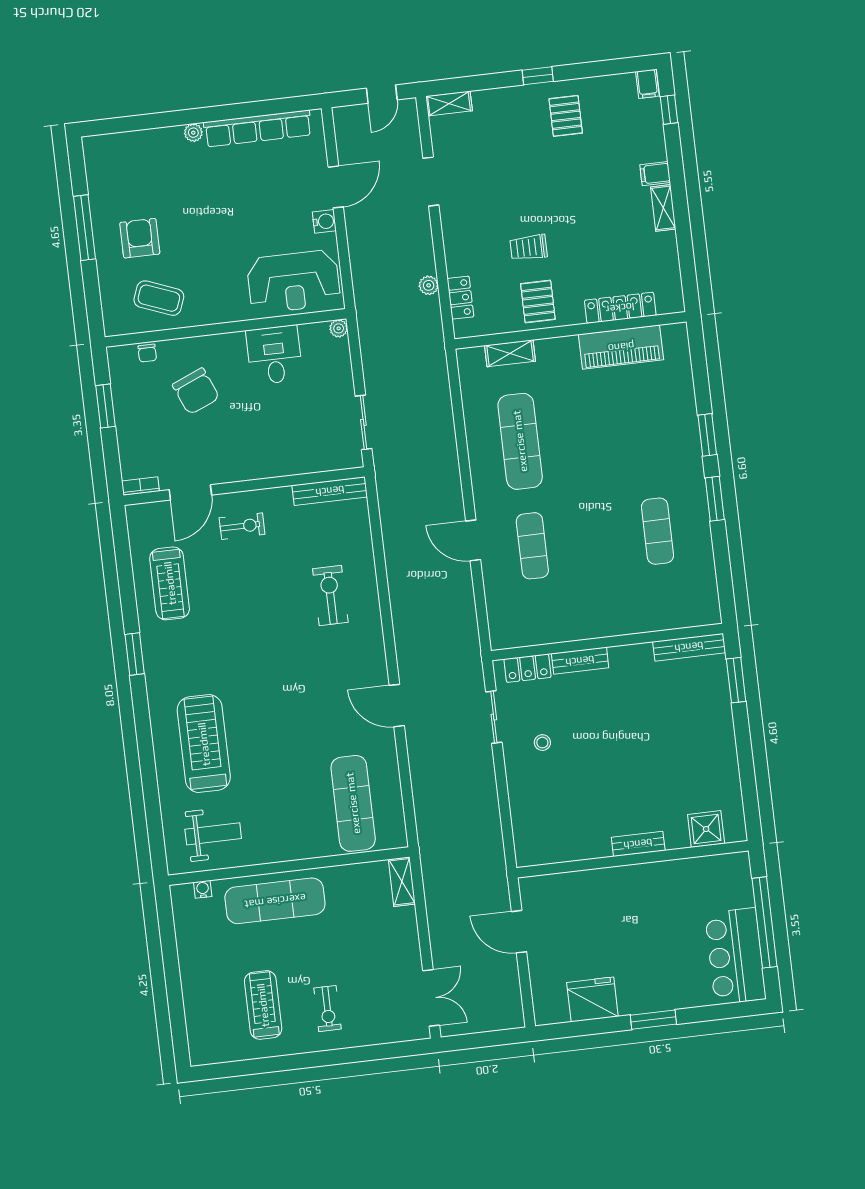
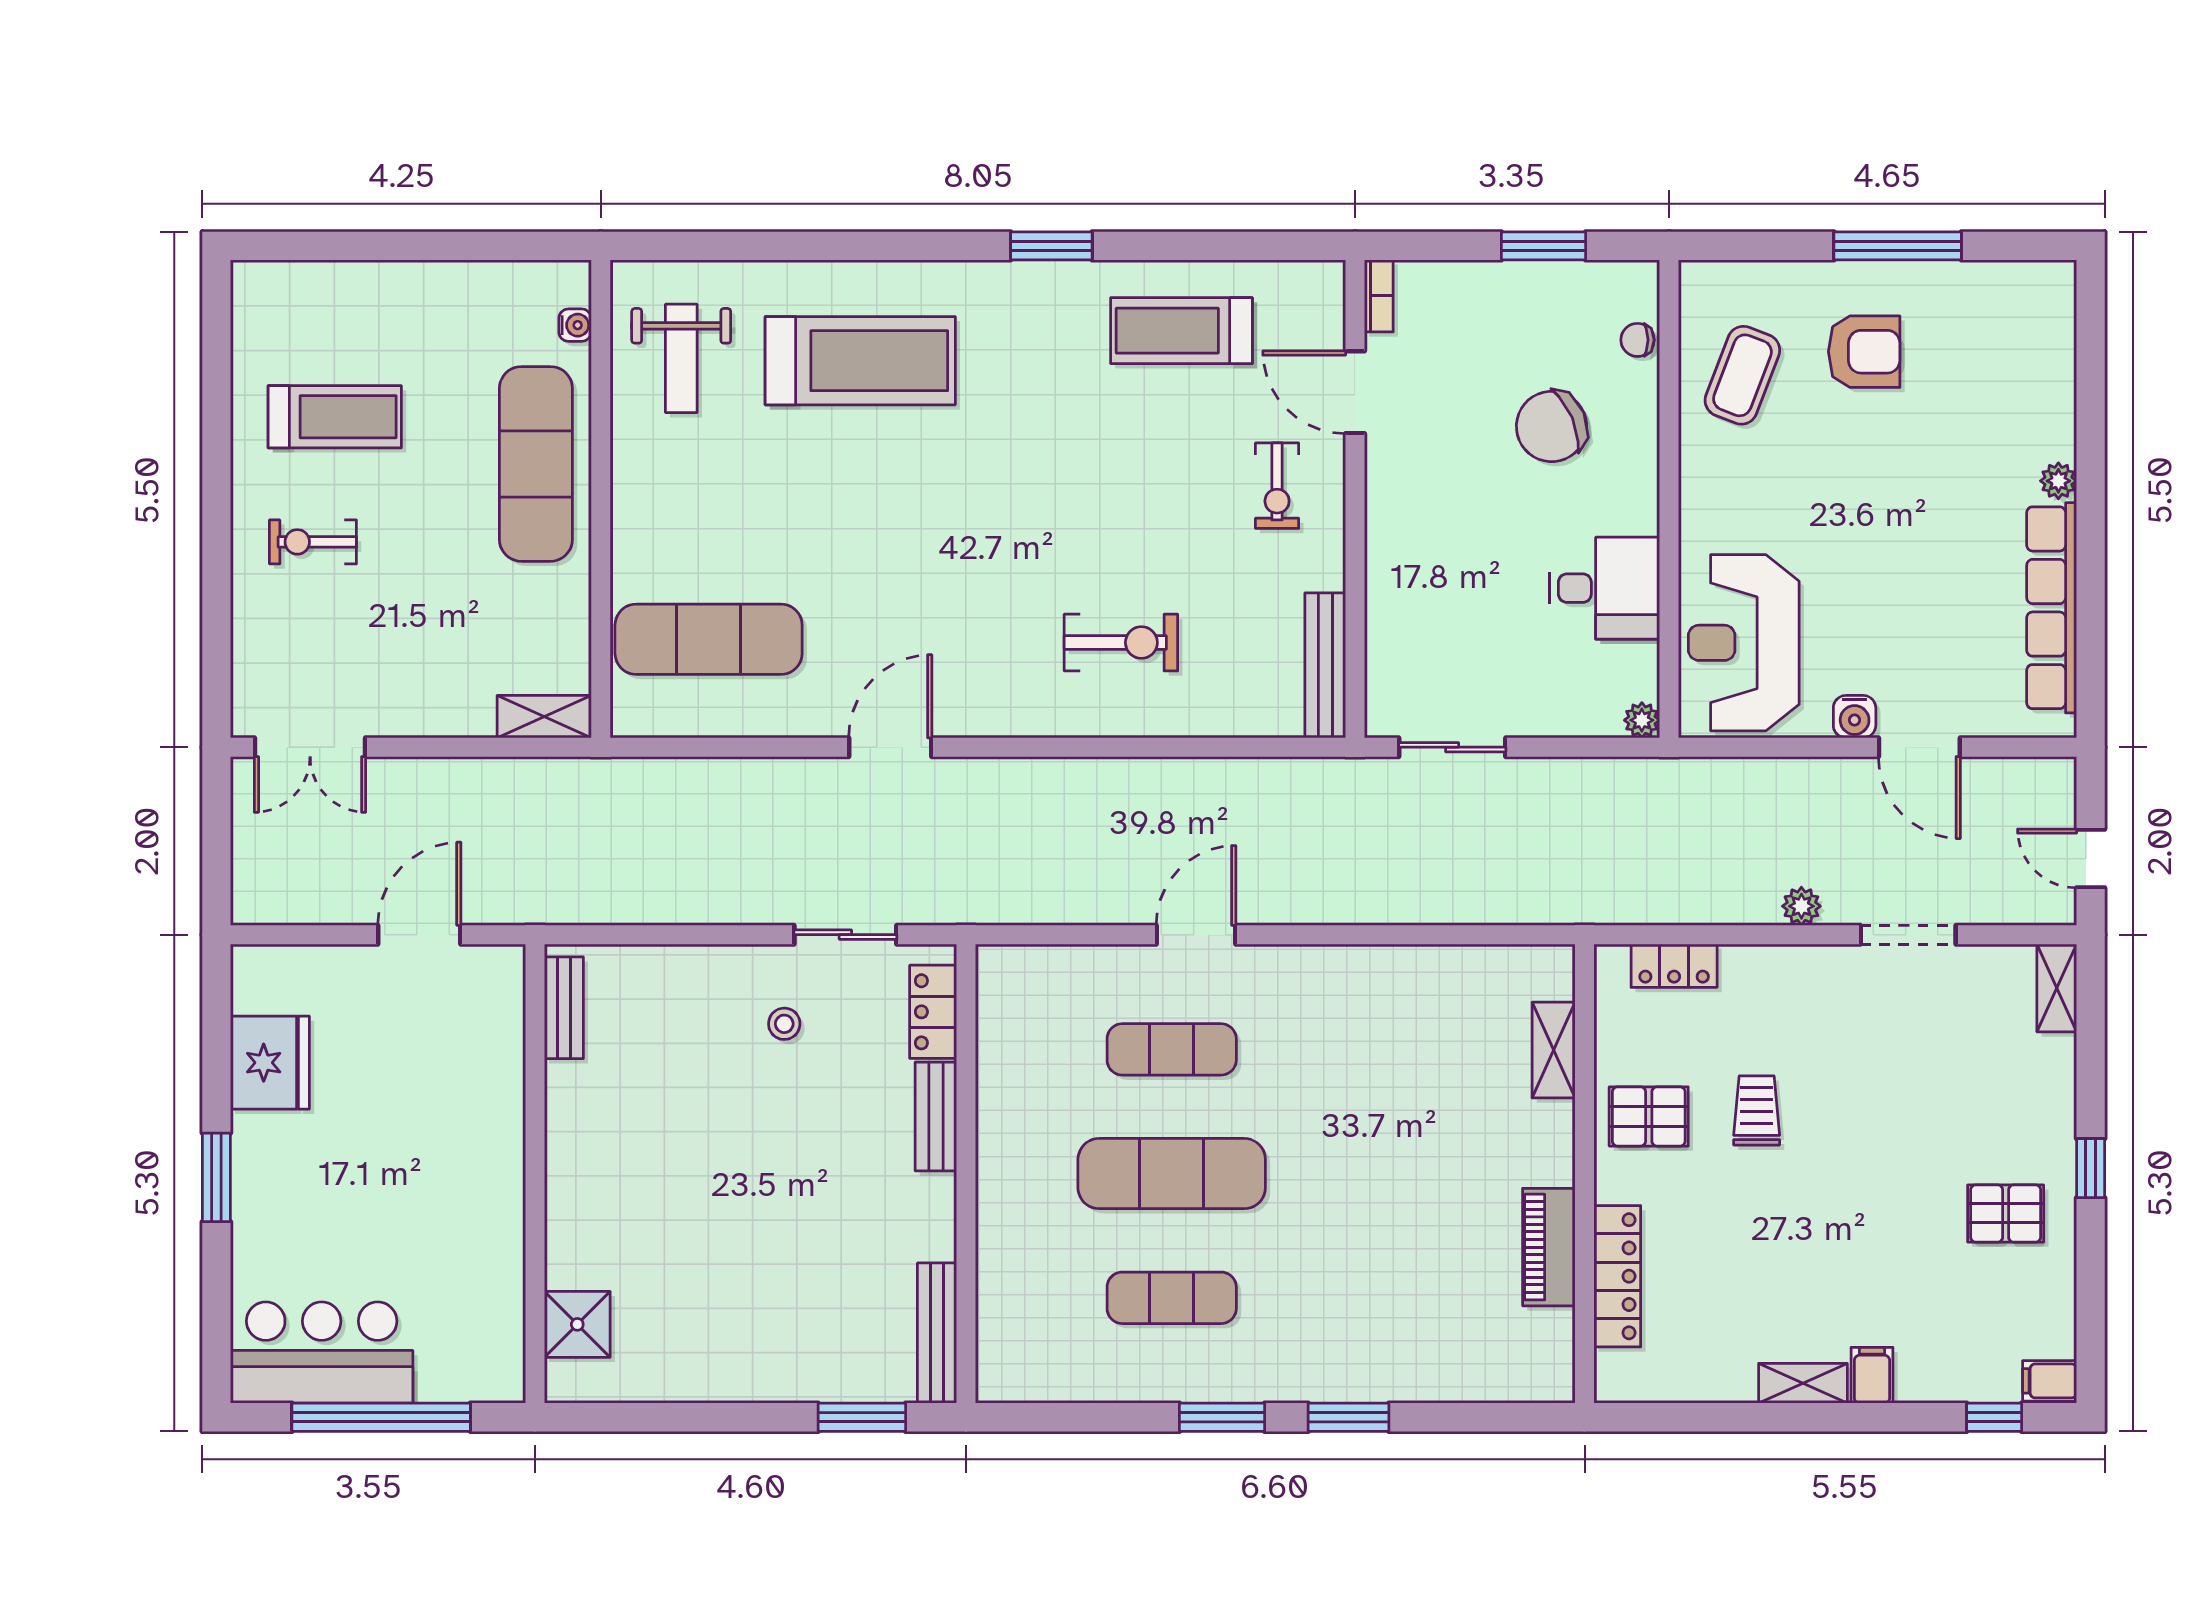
plant: (429, 285) -> (1801, 906), moved
piano: (621, 347) -> (1549, 1247), width x0.73, depth x0.75
exercise mat: (520, 441) -> (1172, 1174), moved
bench: (638, 844) -> (564, 1008), moved

